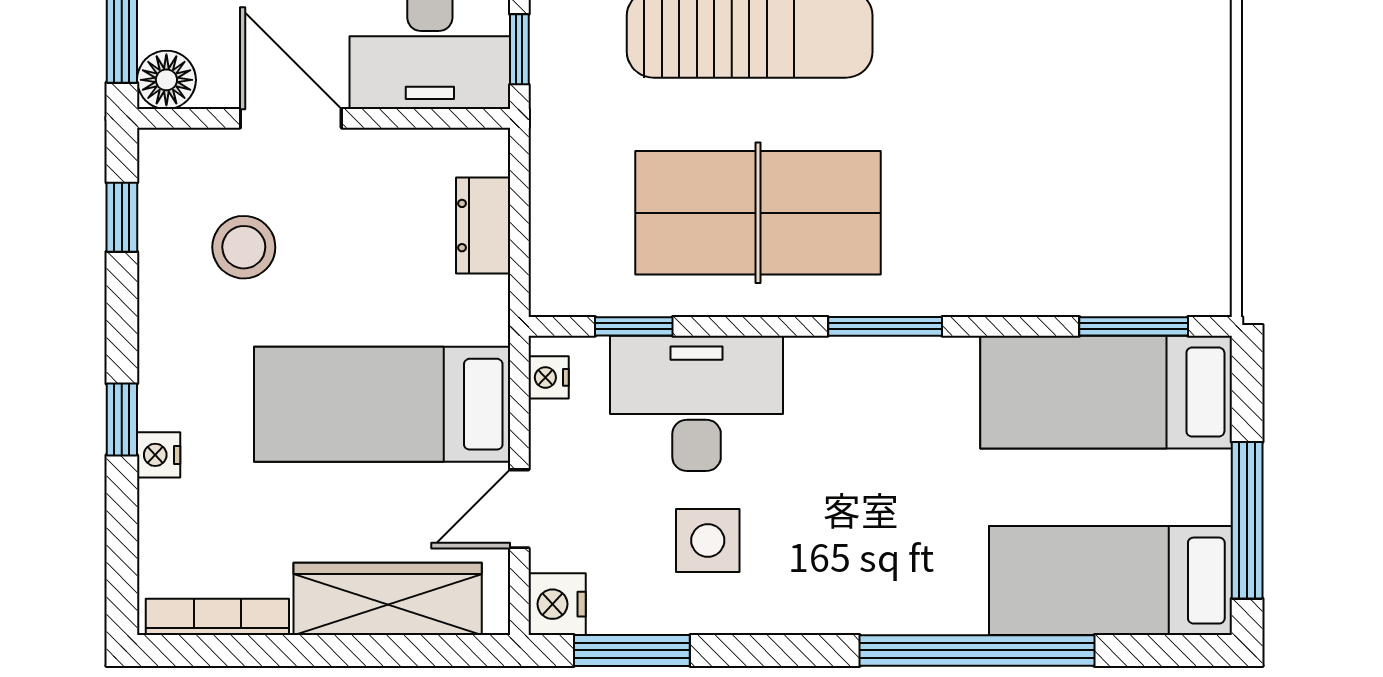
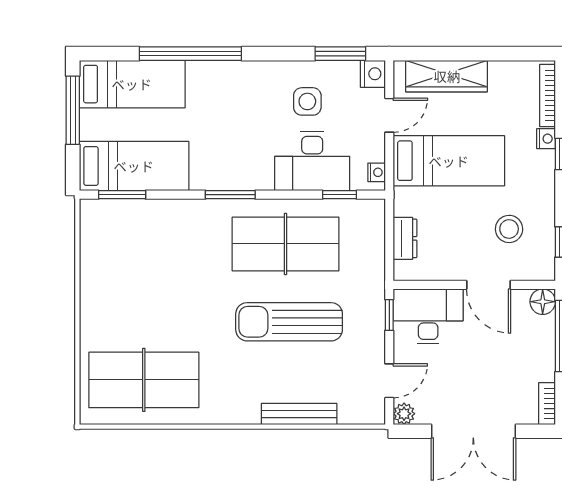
bookcase: (217, 617) -> (547, 96), moved, turned 90

